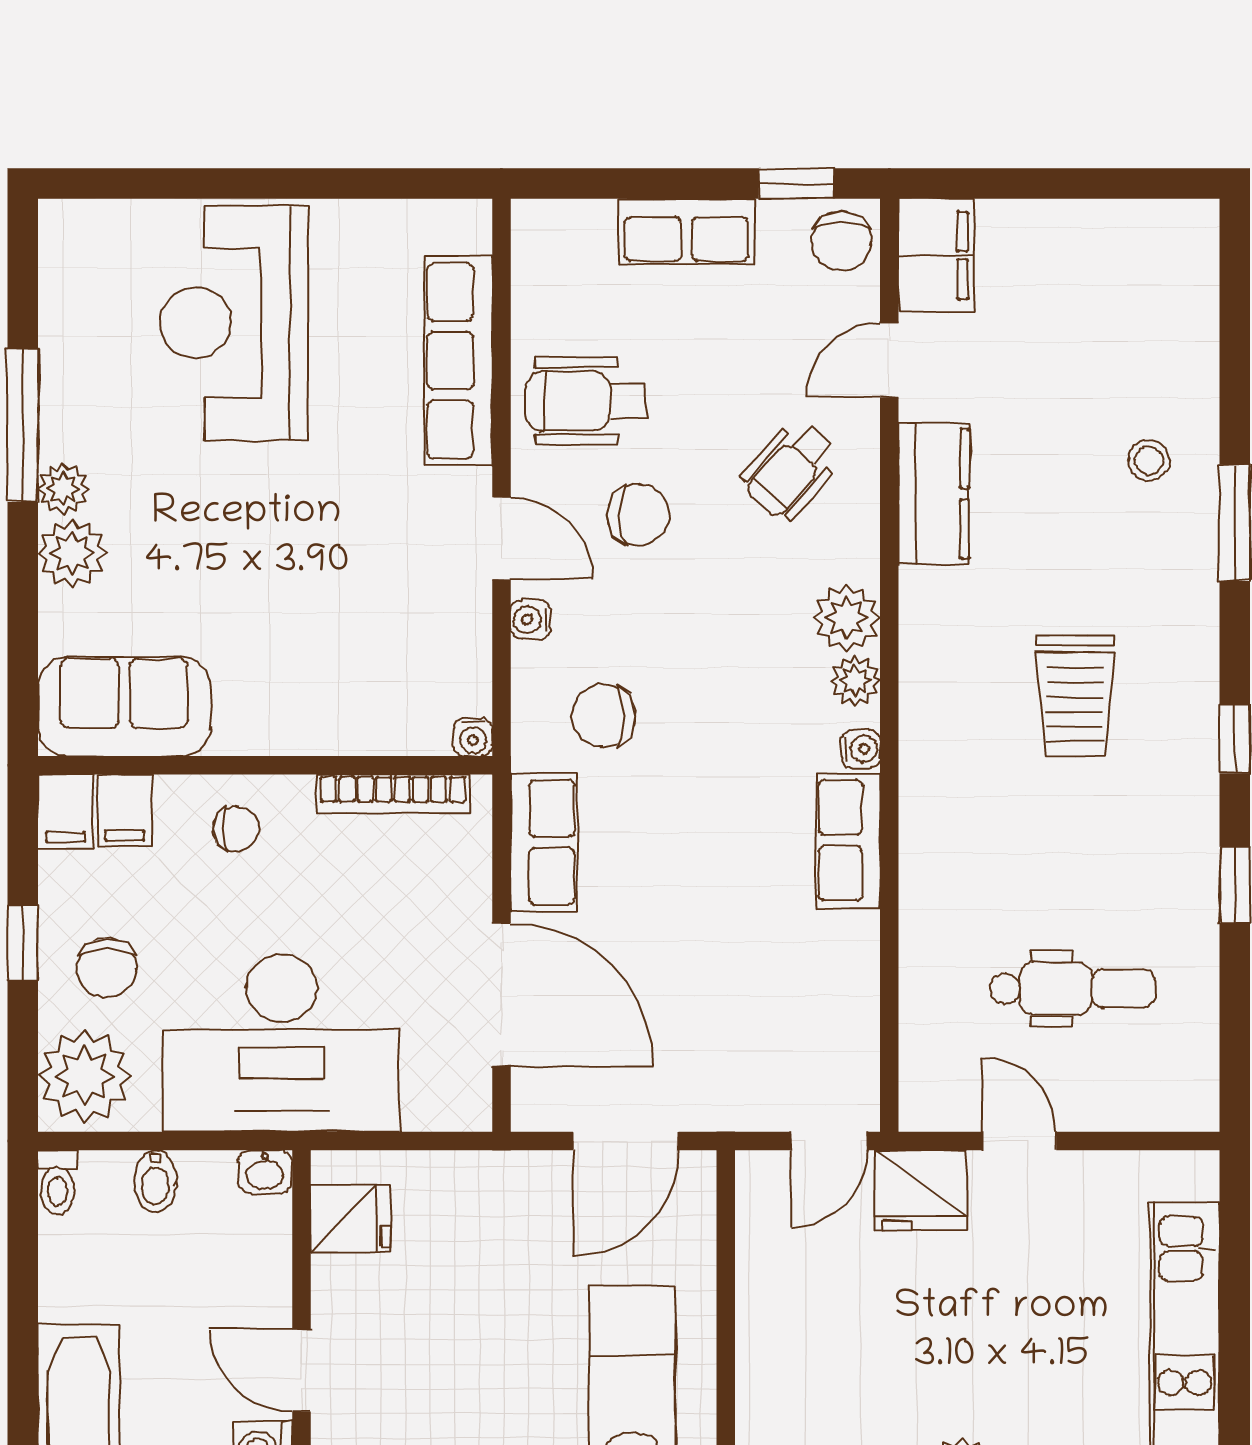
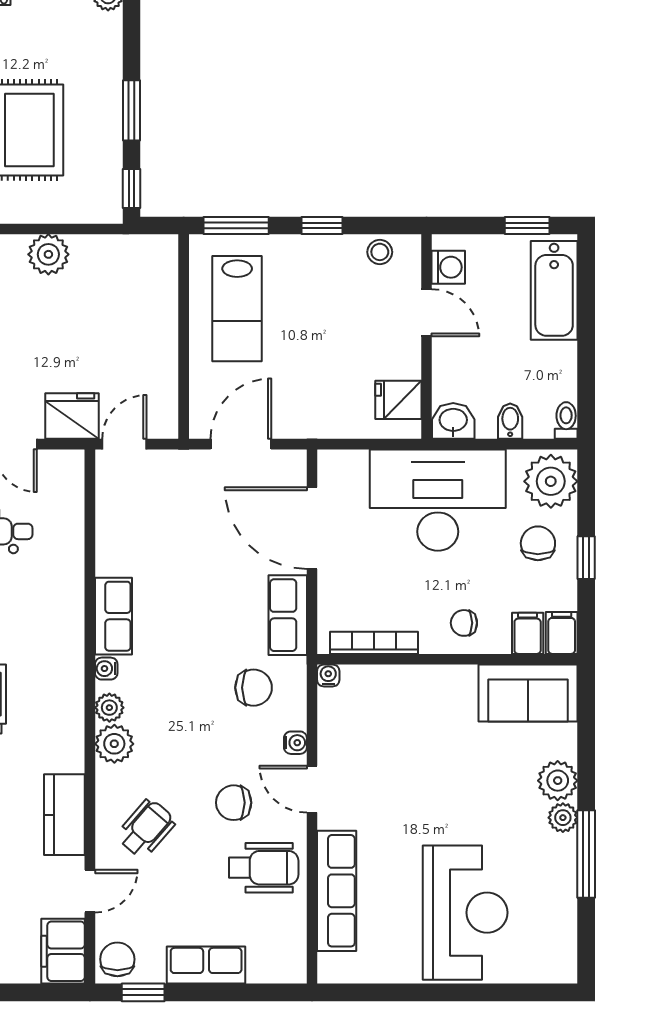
washbasin: (265, 1172) -> (453, 421), width x1.38, depth x1.45

